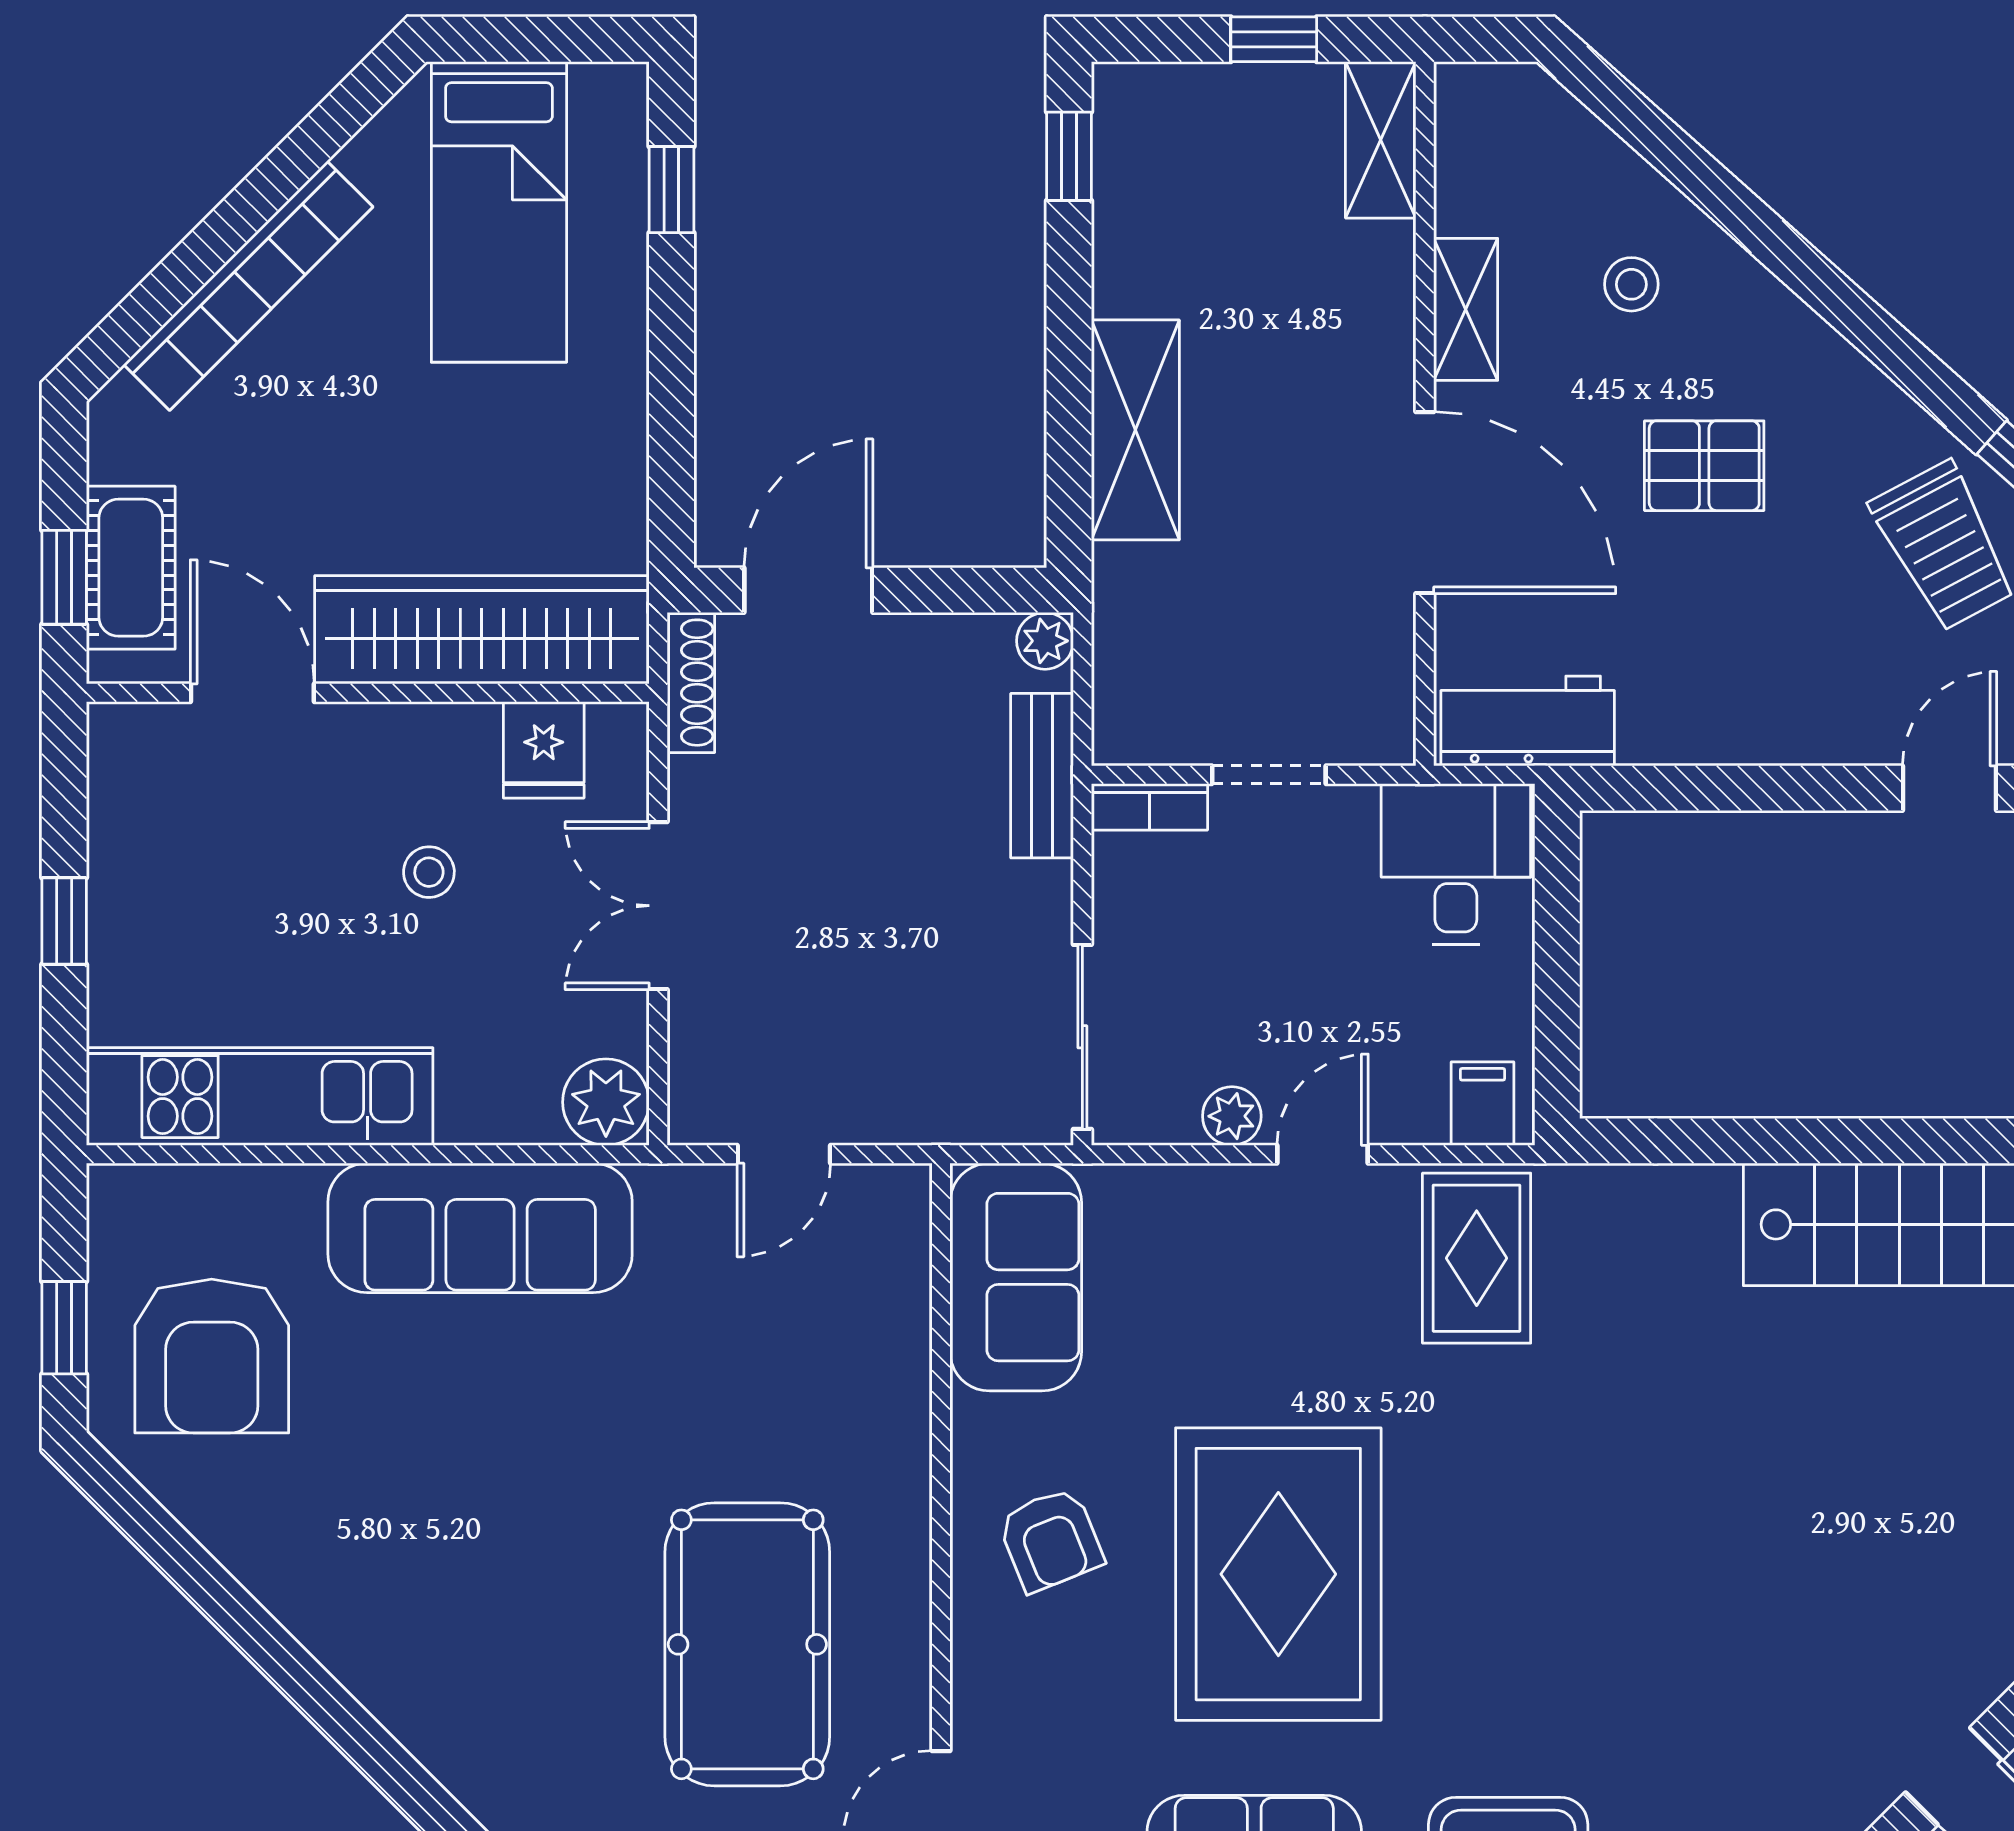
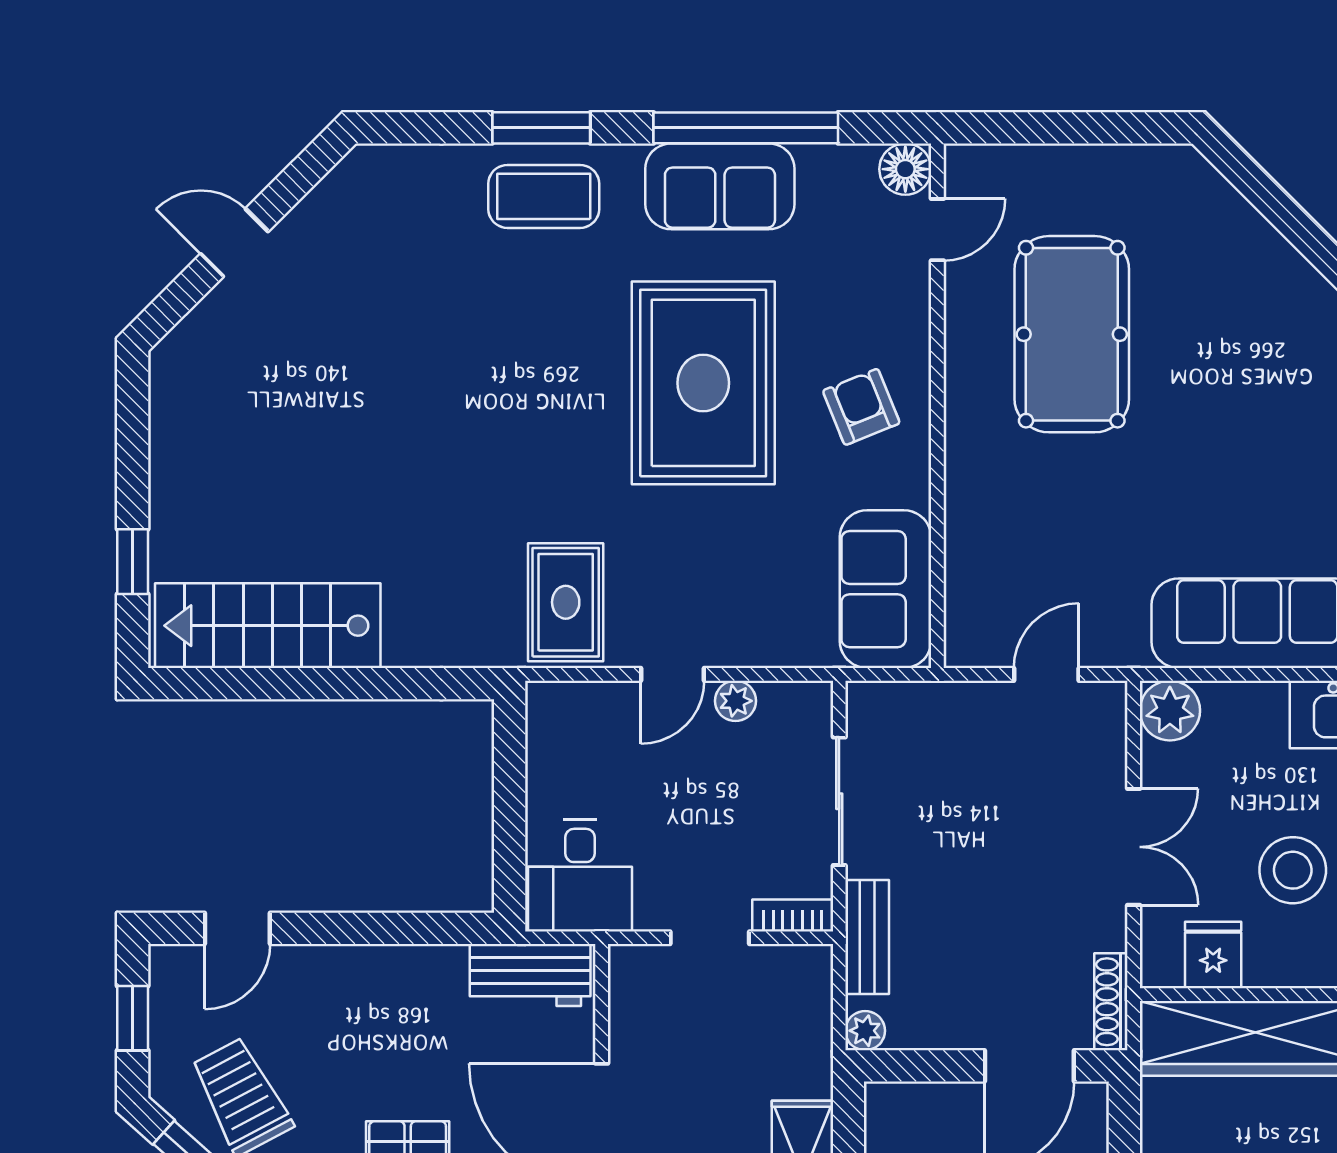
stool: (429, 872) -> (1293, 870), width x1.89, depth x1.89
sliding door: (1082, 1037) -> (839, 801), moved
filing cabinet: (1483, 1104) -> (562, 710), removed

